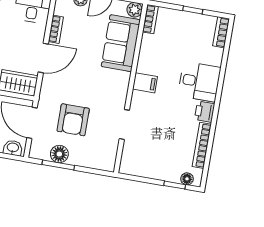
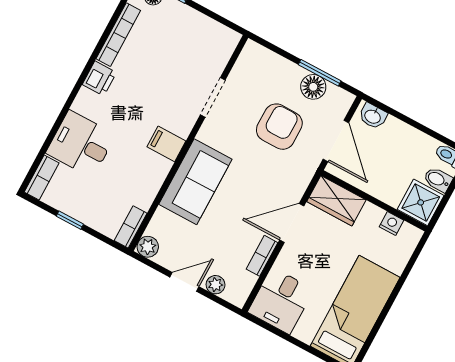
sofa: (121, 43) -> (195, 182), moved
desk: (199, 82) -> (81, 144), moved

